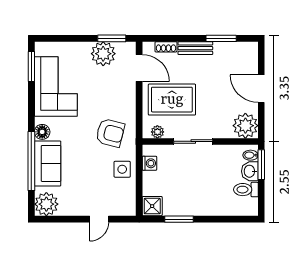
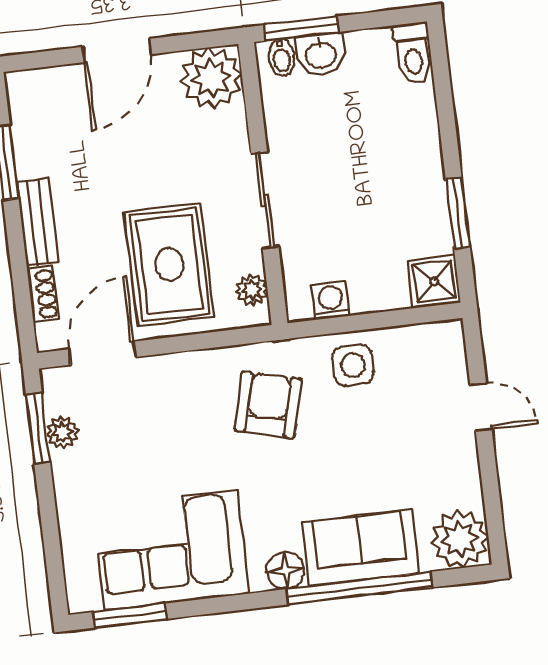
plant: (103, 54) -> (62, 432), width x0.53, depth x0.53
toilet: (246, 190) -> (413, 53), moved

